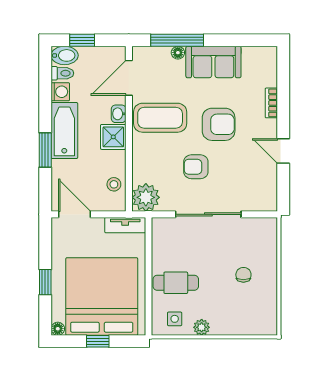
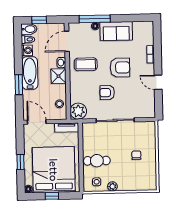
coffee table: (160, 118) -> (86, 64), width x0.73, depth x0.76

